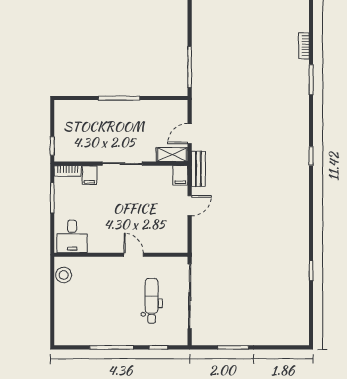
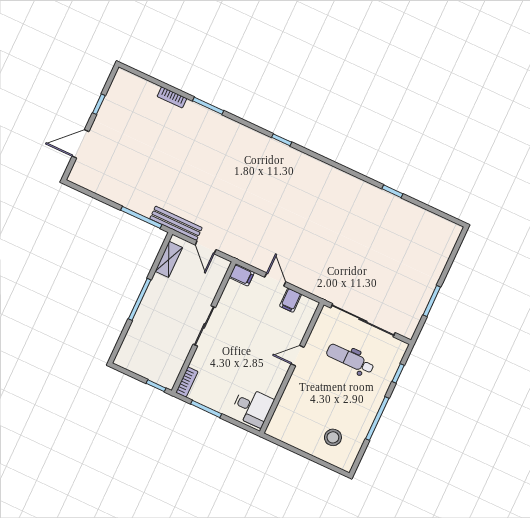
shelving: (172, 155) -> (169, 259), moved
bench: (198, 169) -> (176, 223), moved, width x1.36
filing cabinet: (89, 175) -> (291, 300), moved, turned 90
stool: (64, 275) -> (333, 437), moved

